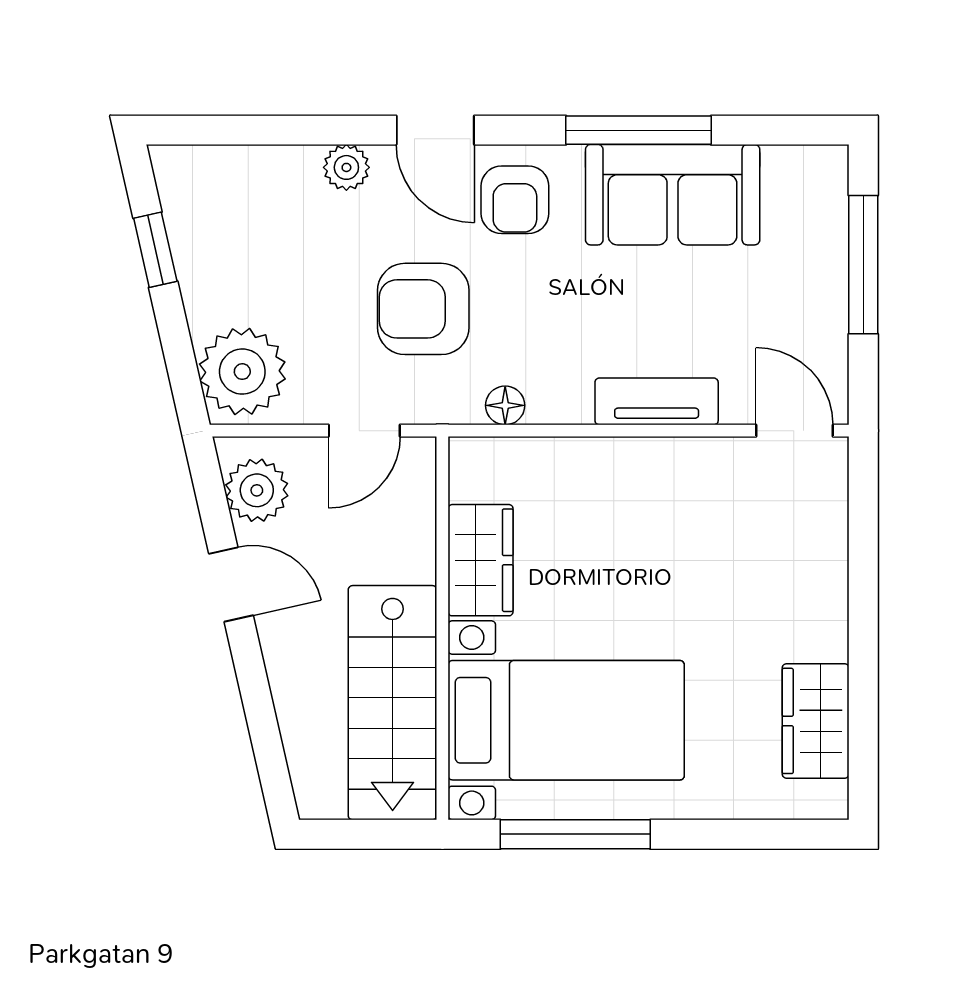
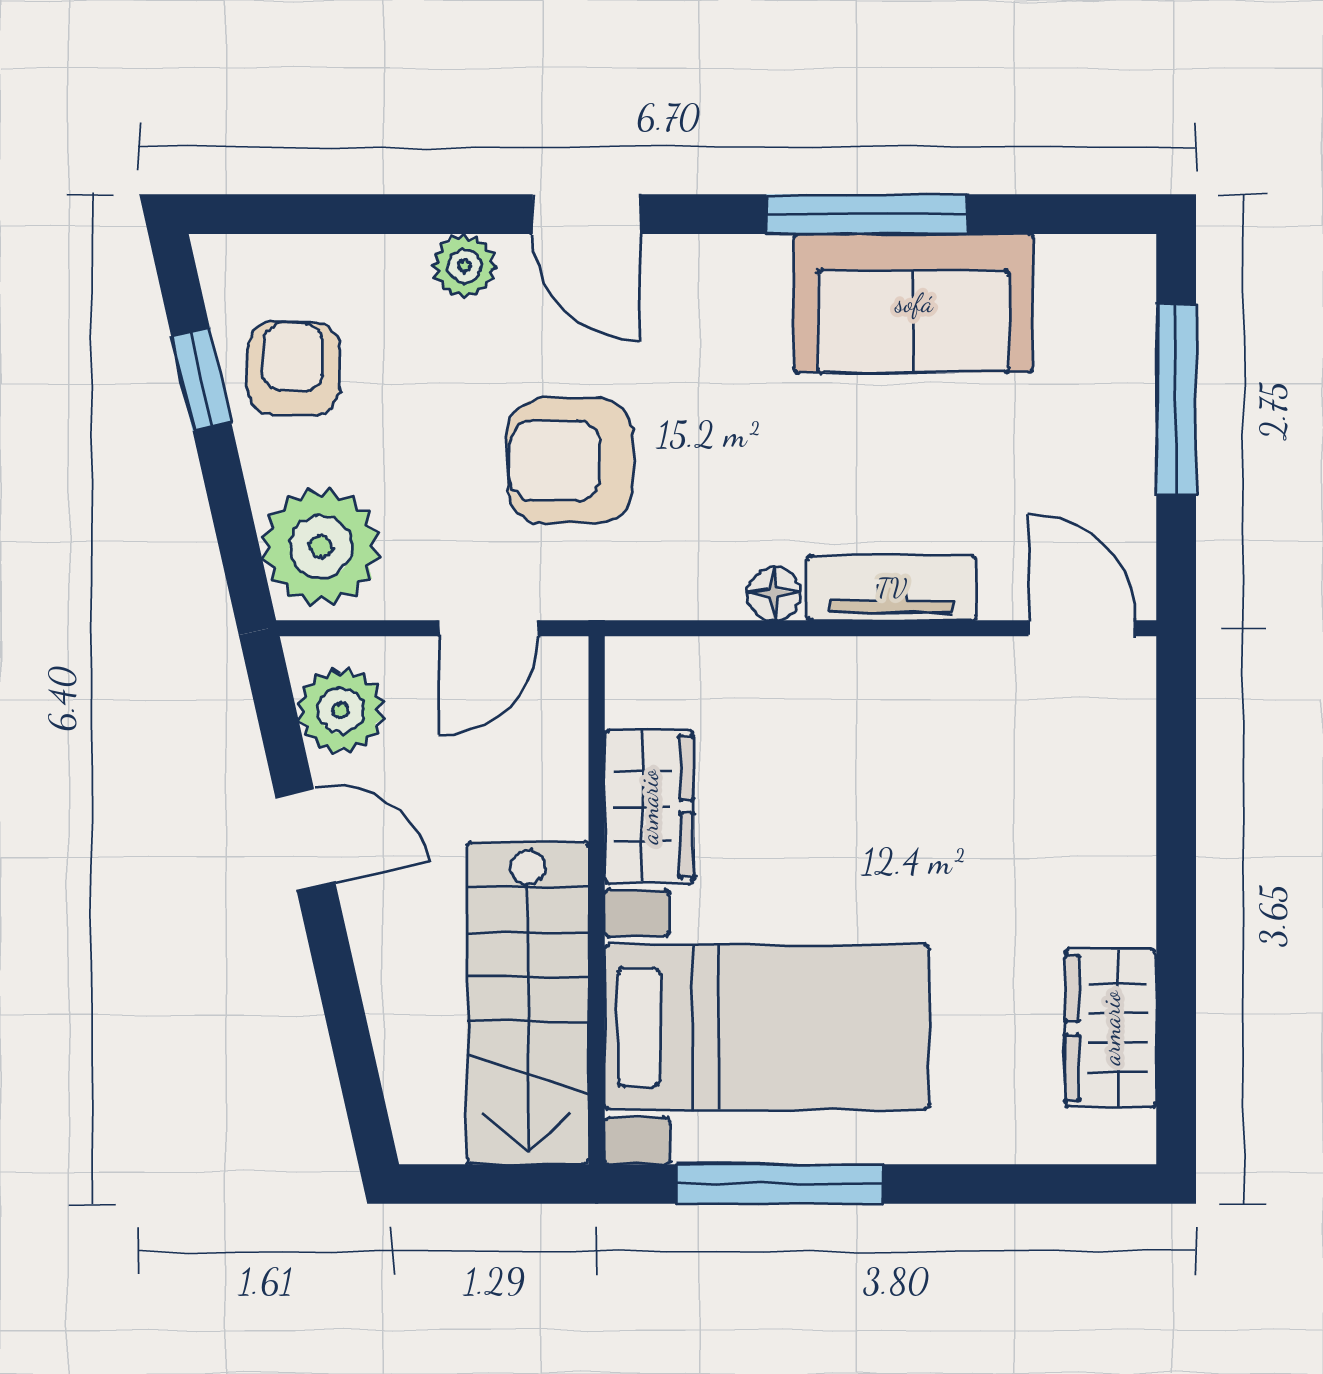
armchair: (515, 200) -> (293, 368), moved, turned 180
floor lamp: (505, 405) -> (774, 593), moved

